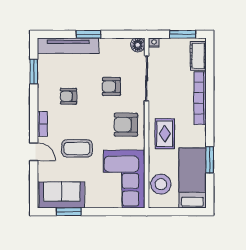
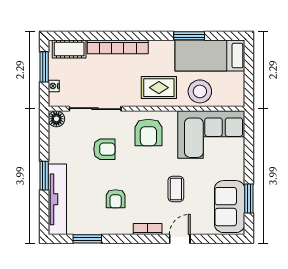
nightstand: (154, 43) -> (54, 86), moved
armchair: (111, 87) -> (104, 149), turned -90
coffee table: (77, 148) -> (176, 189), width x0.73, depth x0.77
stool: (161, 184) -> (200, 91), moved

